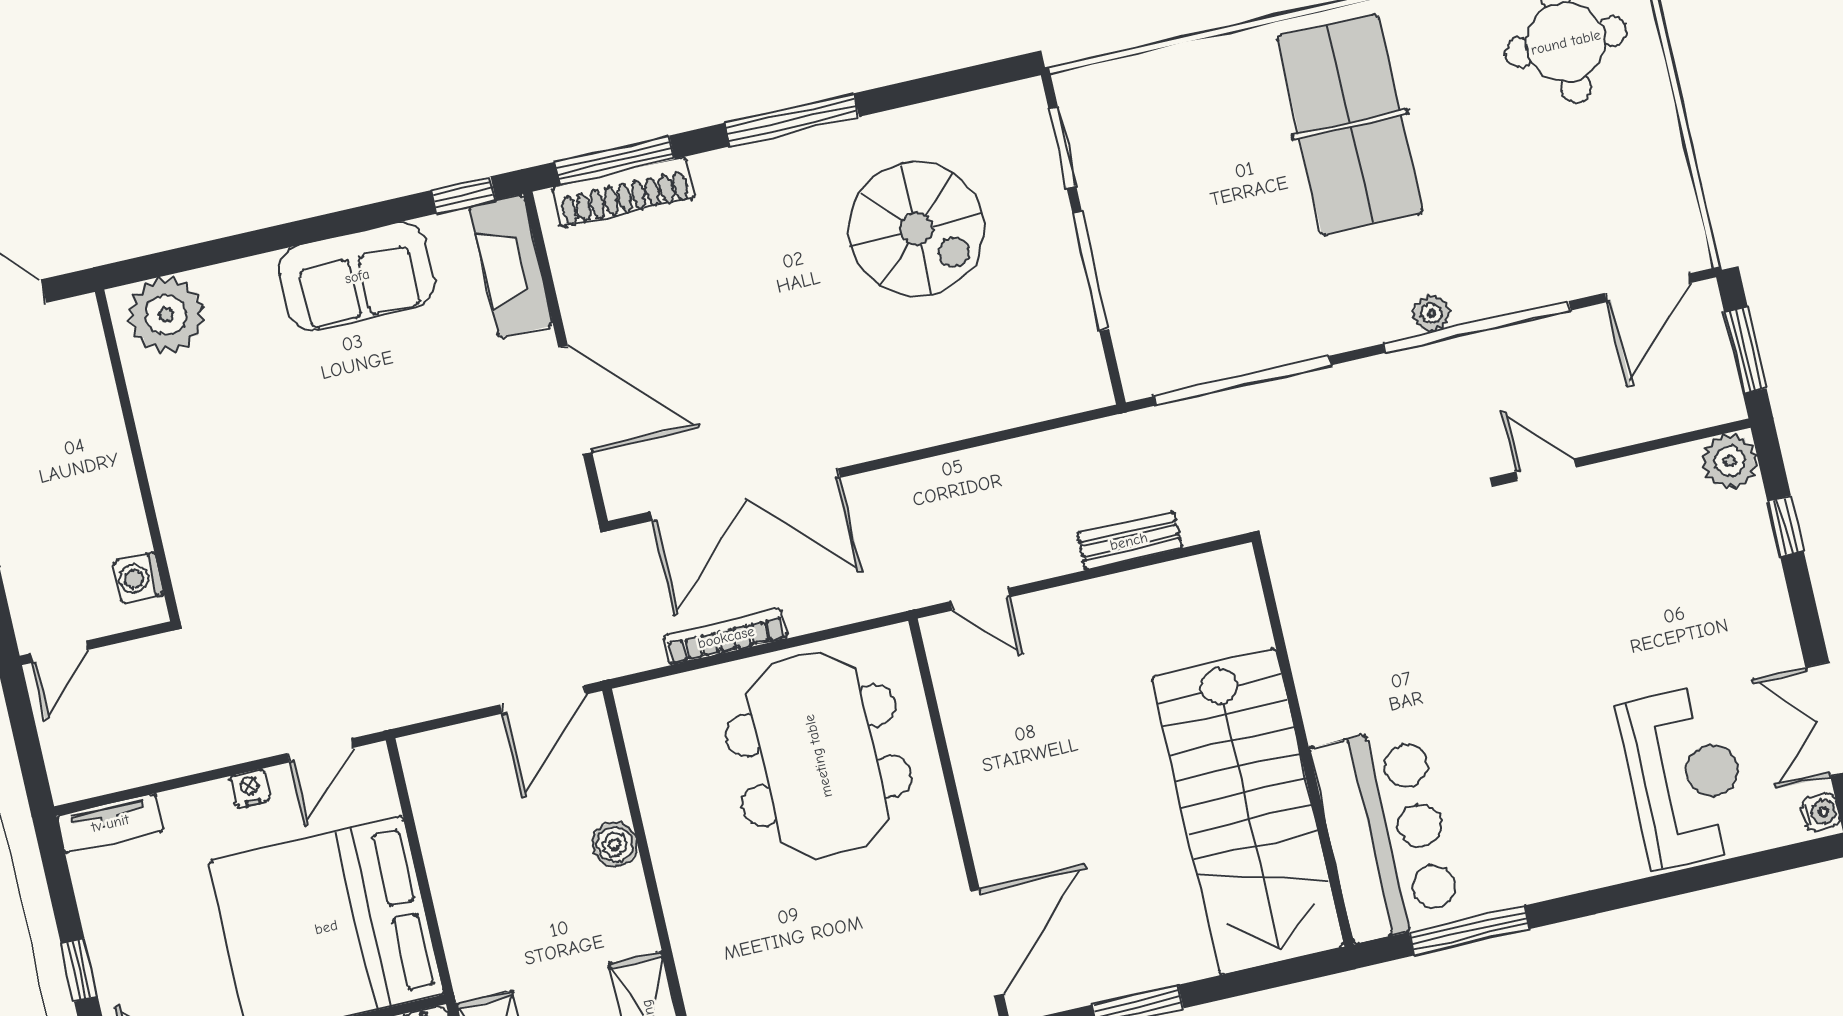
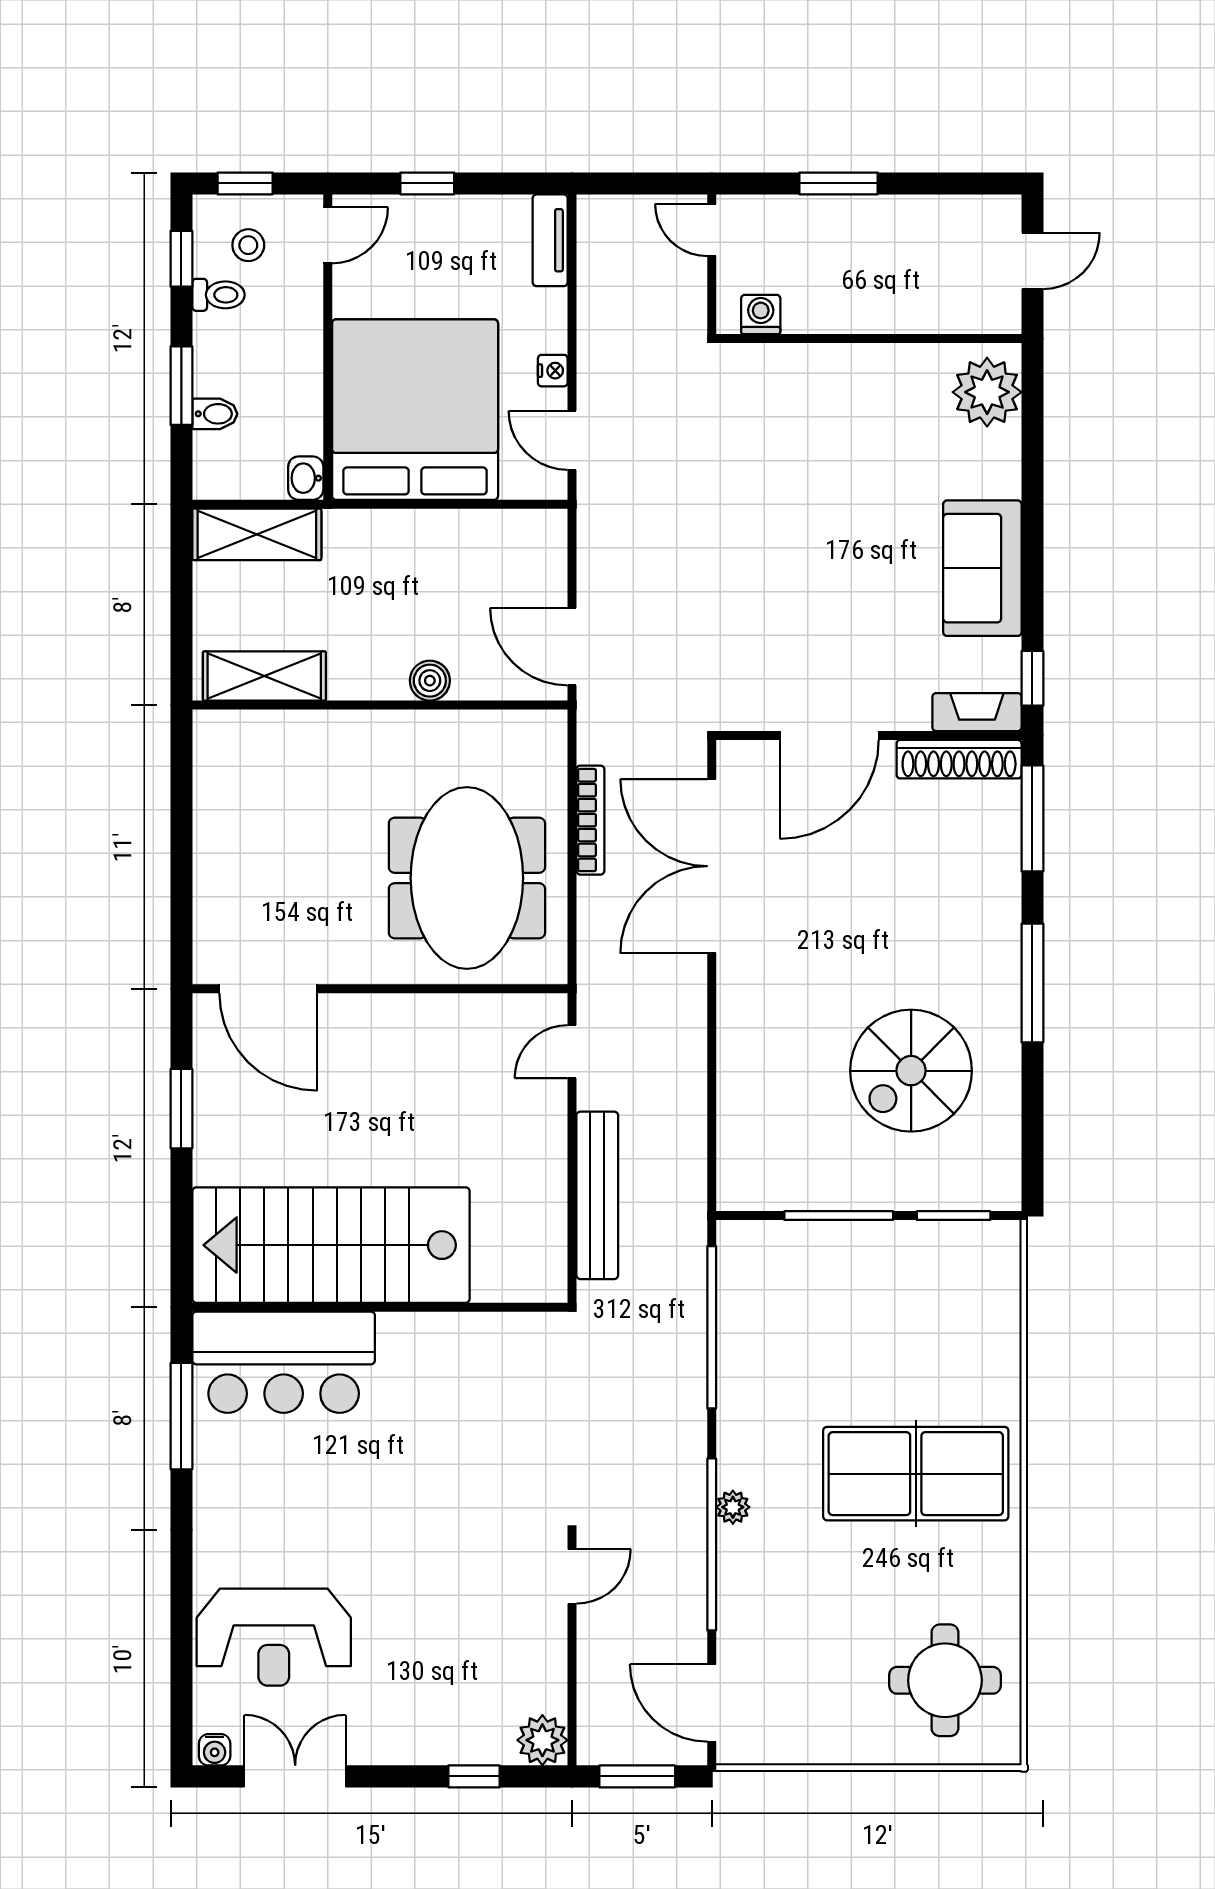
shoe rack: (624, 193) -> (959, 759), moved, turned -90
fireplace: (511, 266) -> (977, 712), width x0.73, depth x0.76
bench: (1129, 541) -> (597, 1195), width x1.86, depth x1.21
meeting table: (818, 756) -> (467, 878), turned 90

